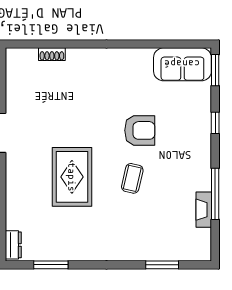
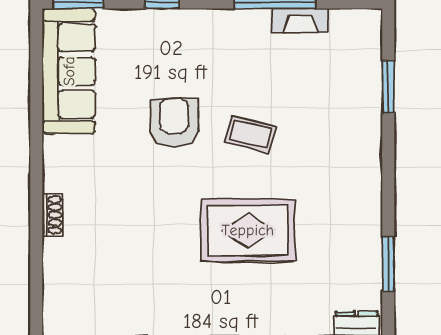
shoe rack: (52, 54) -> (52, 215), moved
sofa: (182, 64) -> (69, 71), width x1.36

